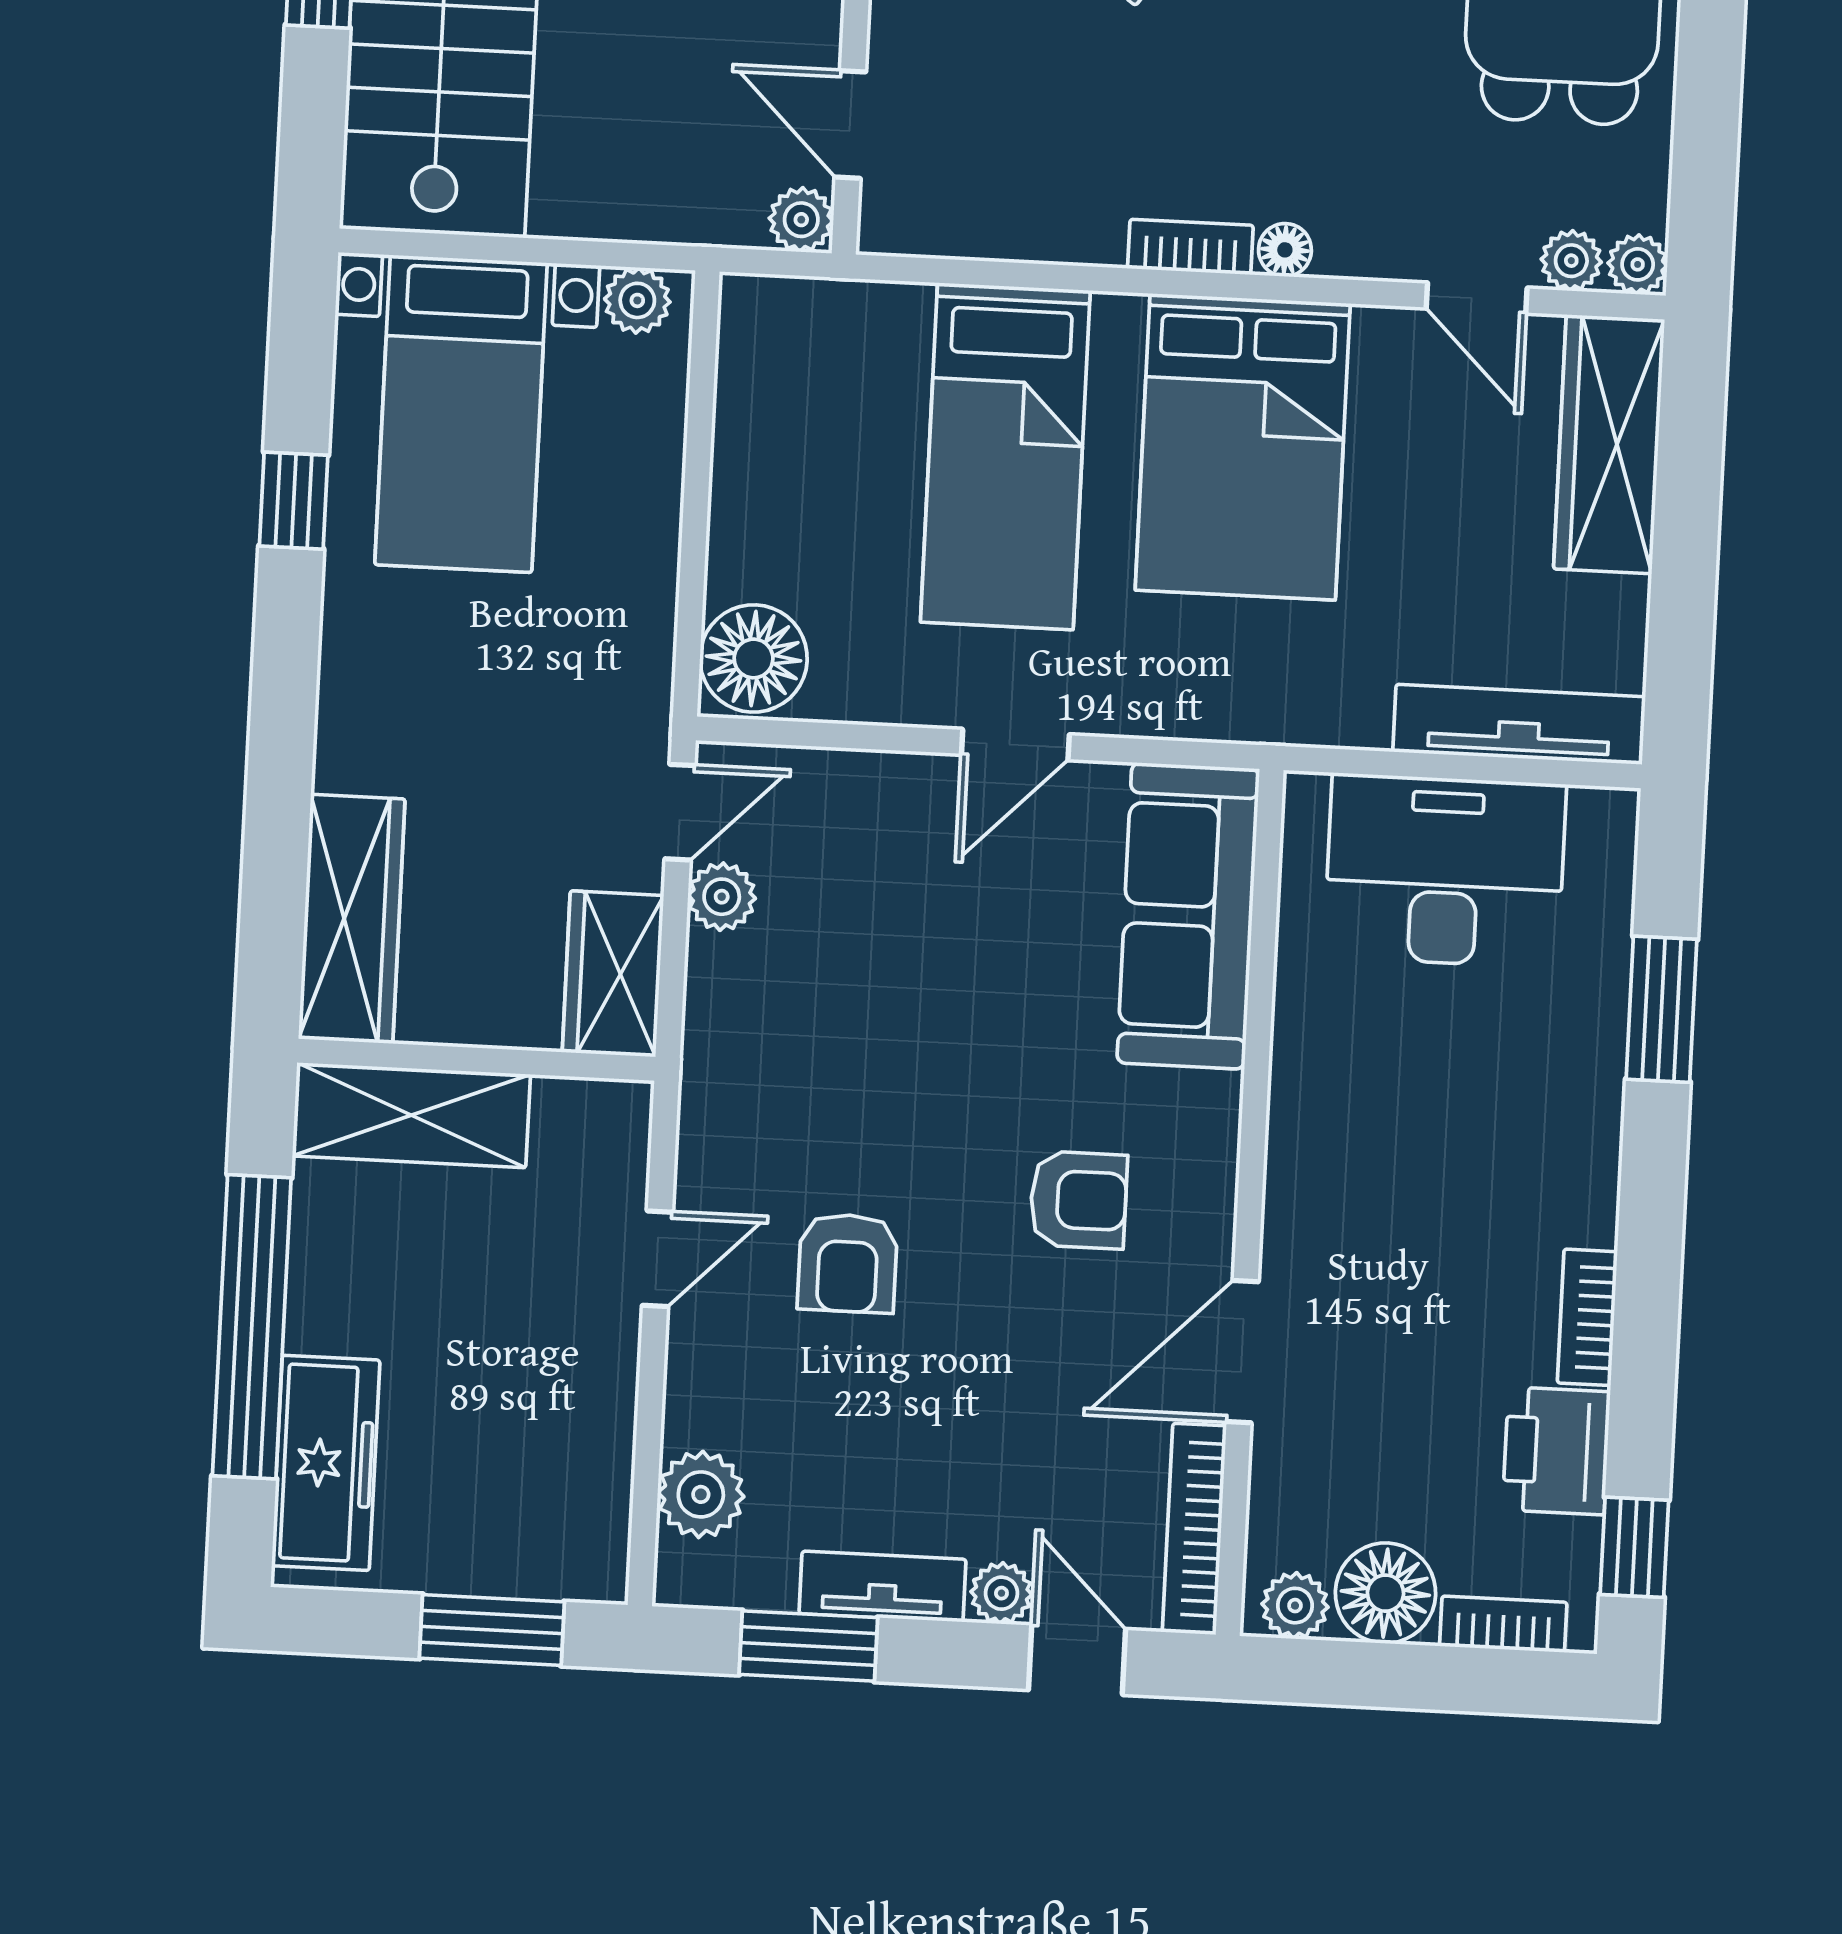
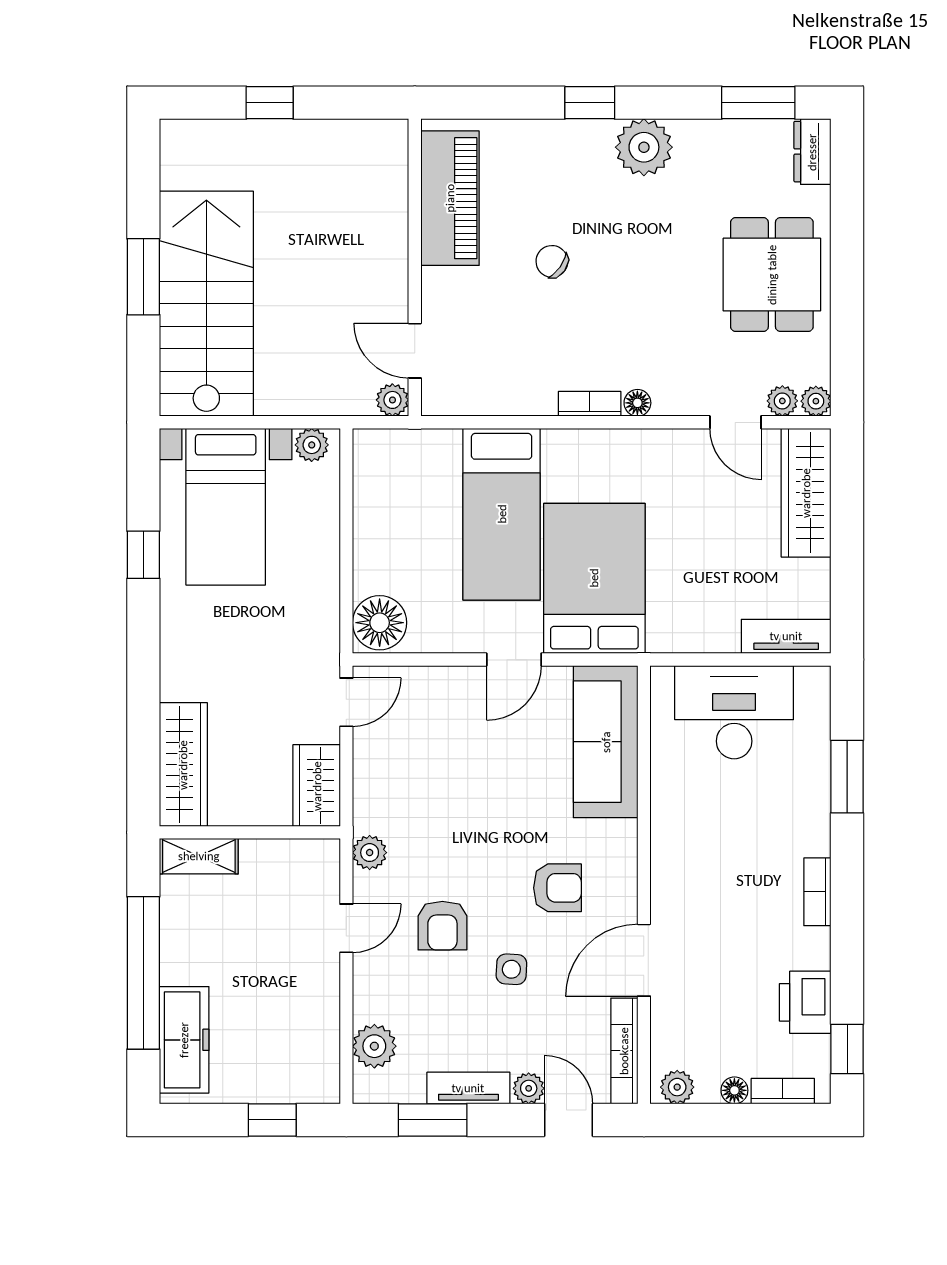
bed: (1243, 447) -> (594, 578), moved, turned 180
tv unit: (1519, 724) -> (786, 636), width x0.71
plant: (722, 897) -> (370, 853), moved
shelving: (411, 1115) -> (199, 856), width x0.67, depth x0.75
bookcase: (1587, 1317) -> (817, 892), moved
side table: (979, 1356) -> (511, 969), added
floor lamp: (1385, 1593) -> (734, 1090), width x0.53, depth x0.53
window: (492, 1630) -> (272, 1120), width x0.67

